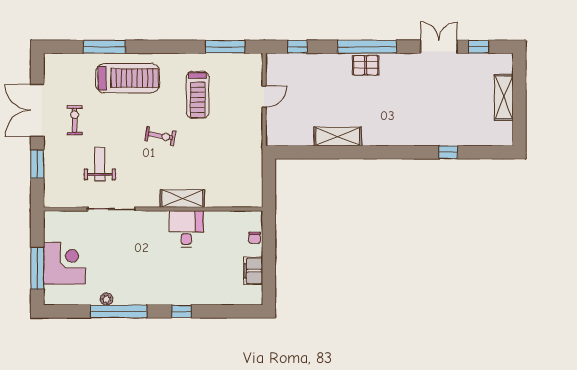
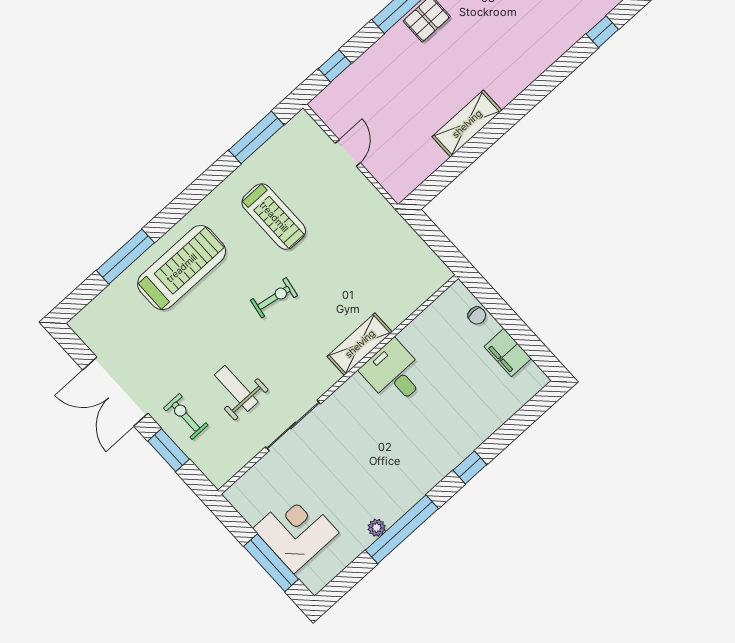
exercise bike: (75, 120) -> (186, 417), moved

